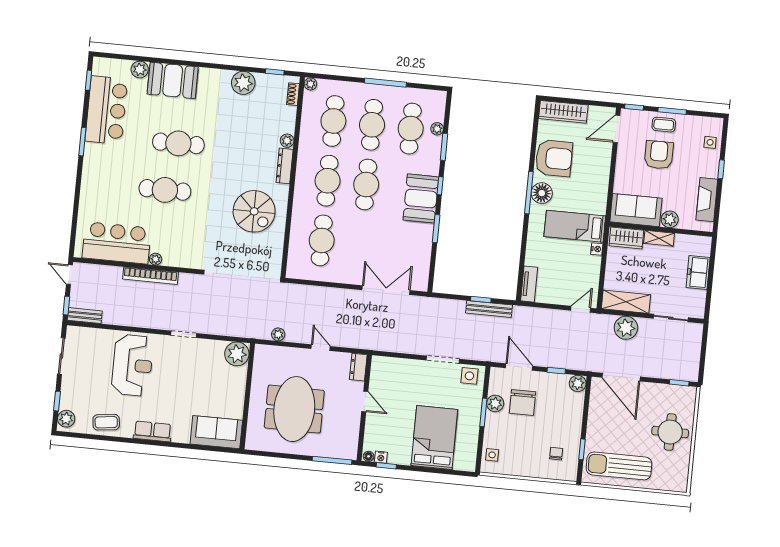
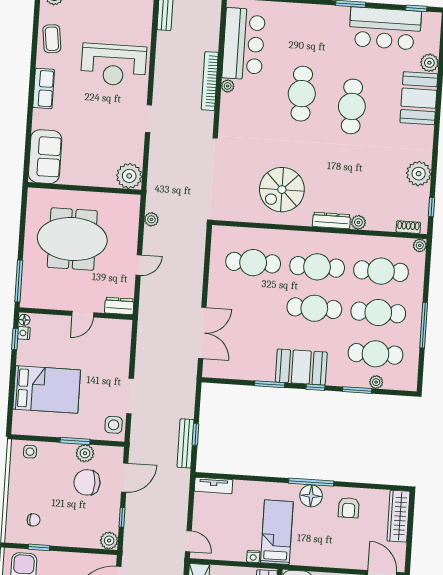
armchair: (554, 158) -> (349, 508), width x0.53, depth x0.53

